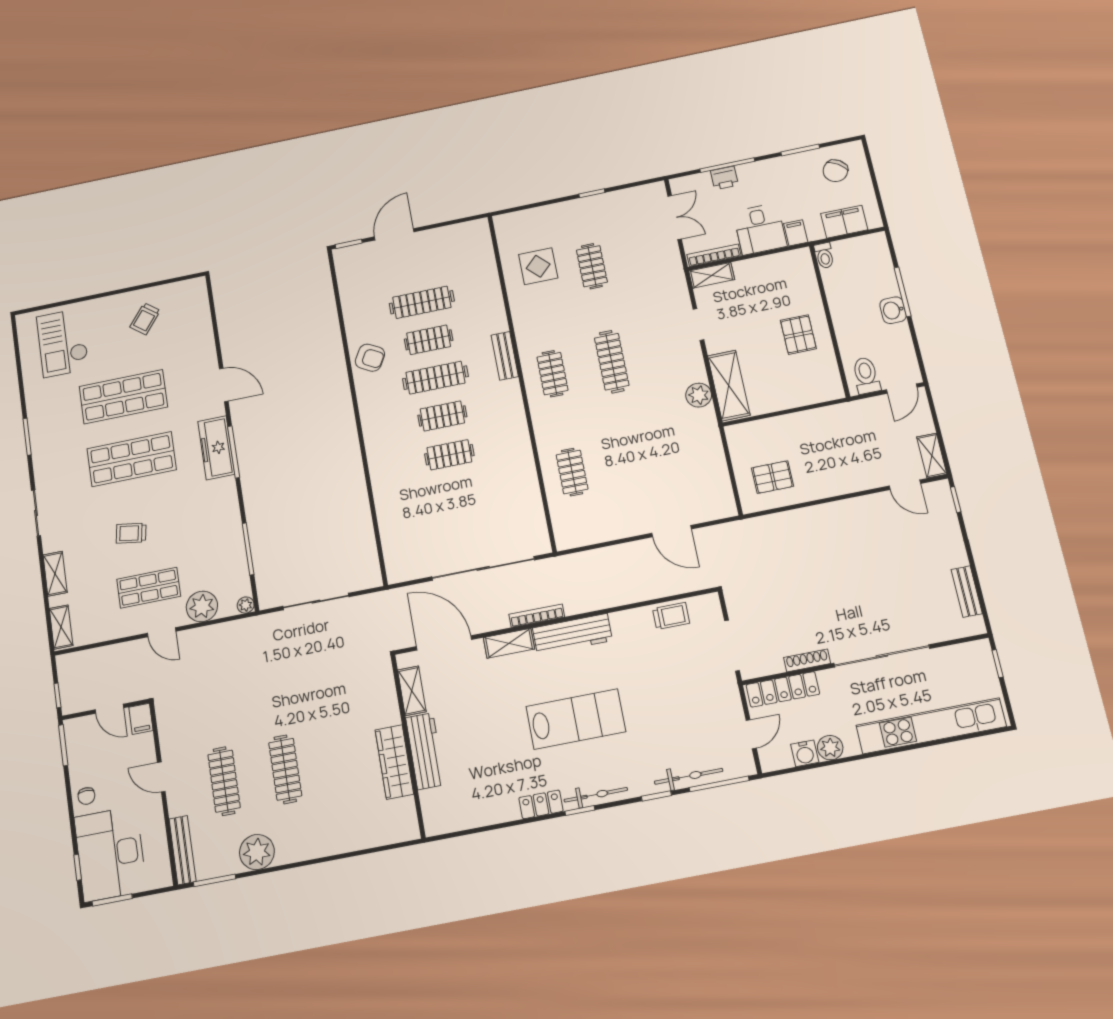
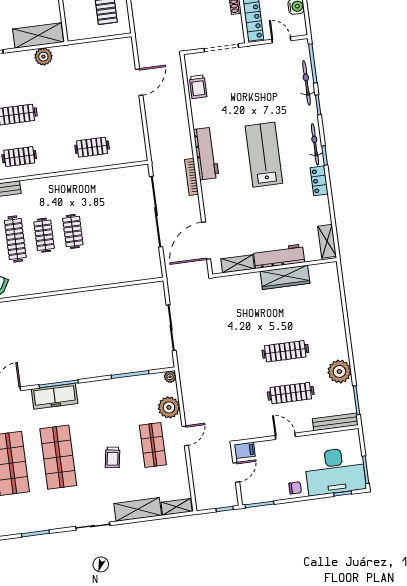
shelving: (55, 574) -> (138, 509), width x1.50, depth x1.33
trolley: (671, 616) -> (198, 87), turned 180
shelving: (509, 643) -> (327, 241), moved
door: (161, 777) -> (285, 436), swing flipped

